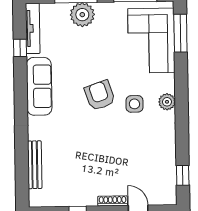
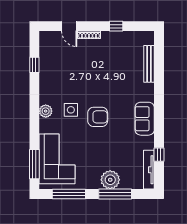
sofa: (39, 86) -> (145, 119), width x0.73
armchair: (100, 95) -> (98, 117), turned -71
window: (183, 175) -> (34, 65), moved

